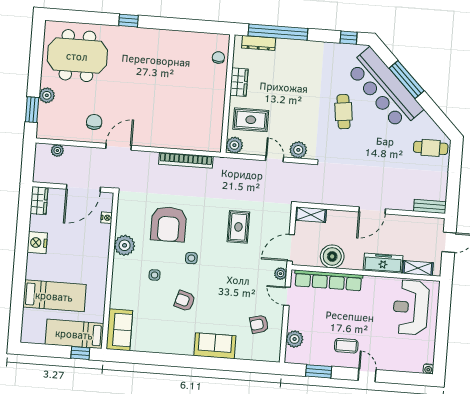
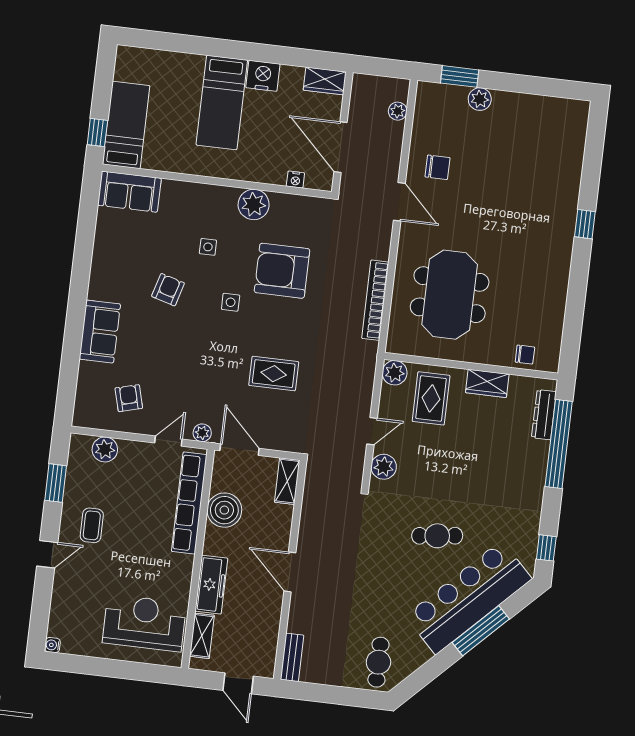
meeting table: (77, 56) -> (450, 295), moved
bed: (54, 296) -> (222, 102), moved

